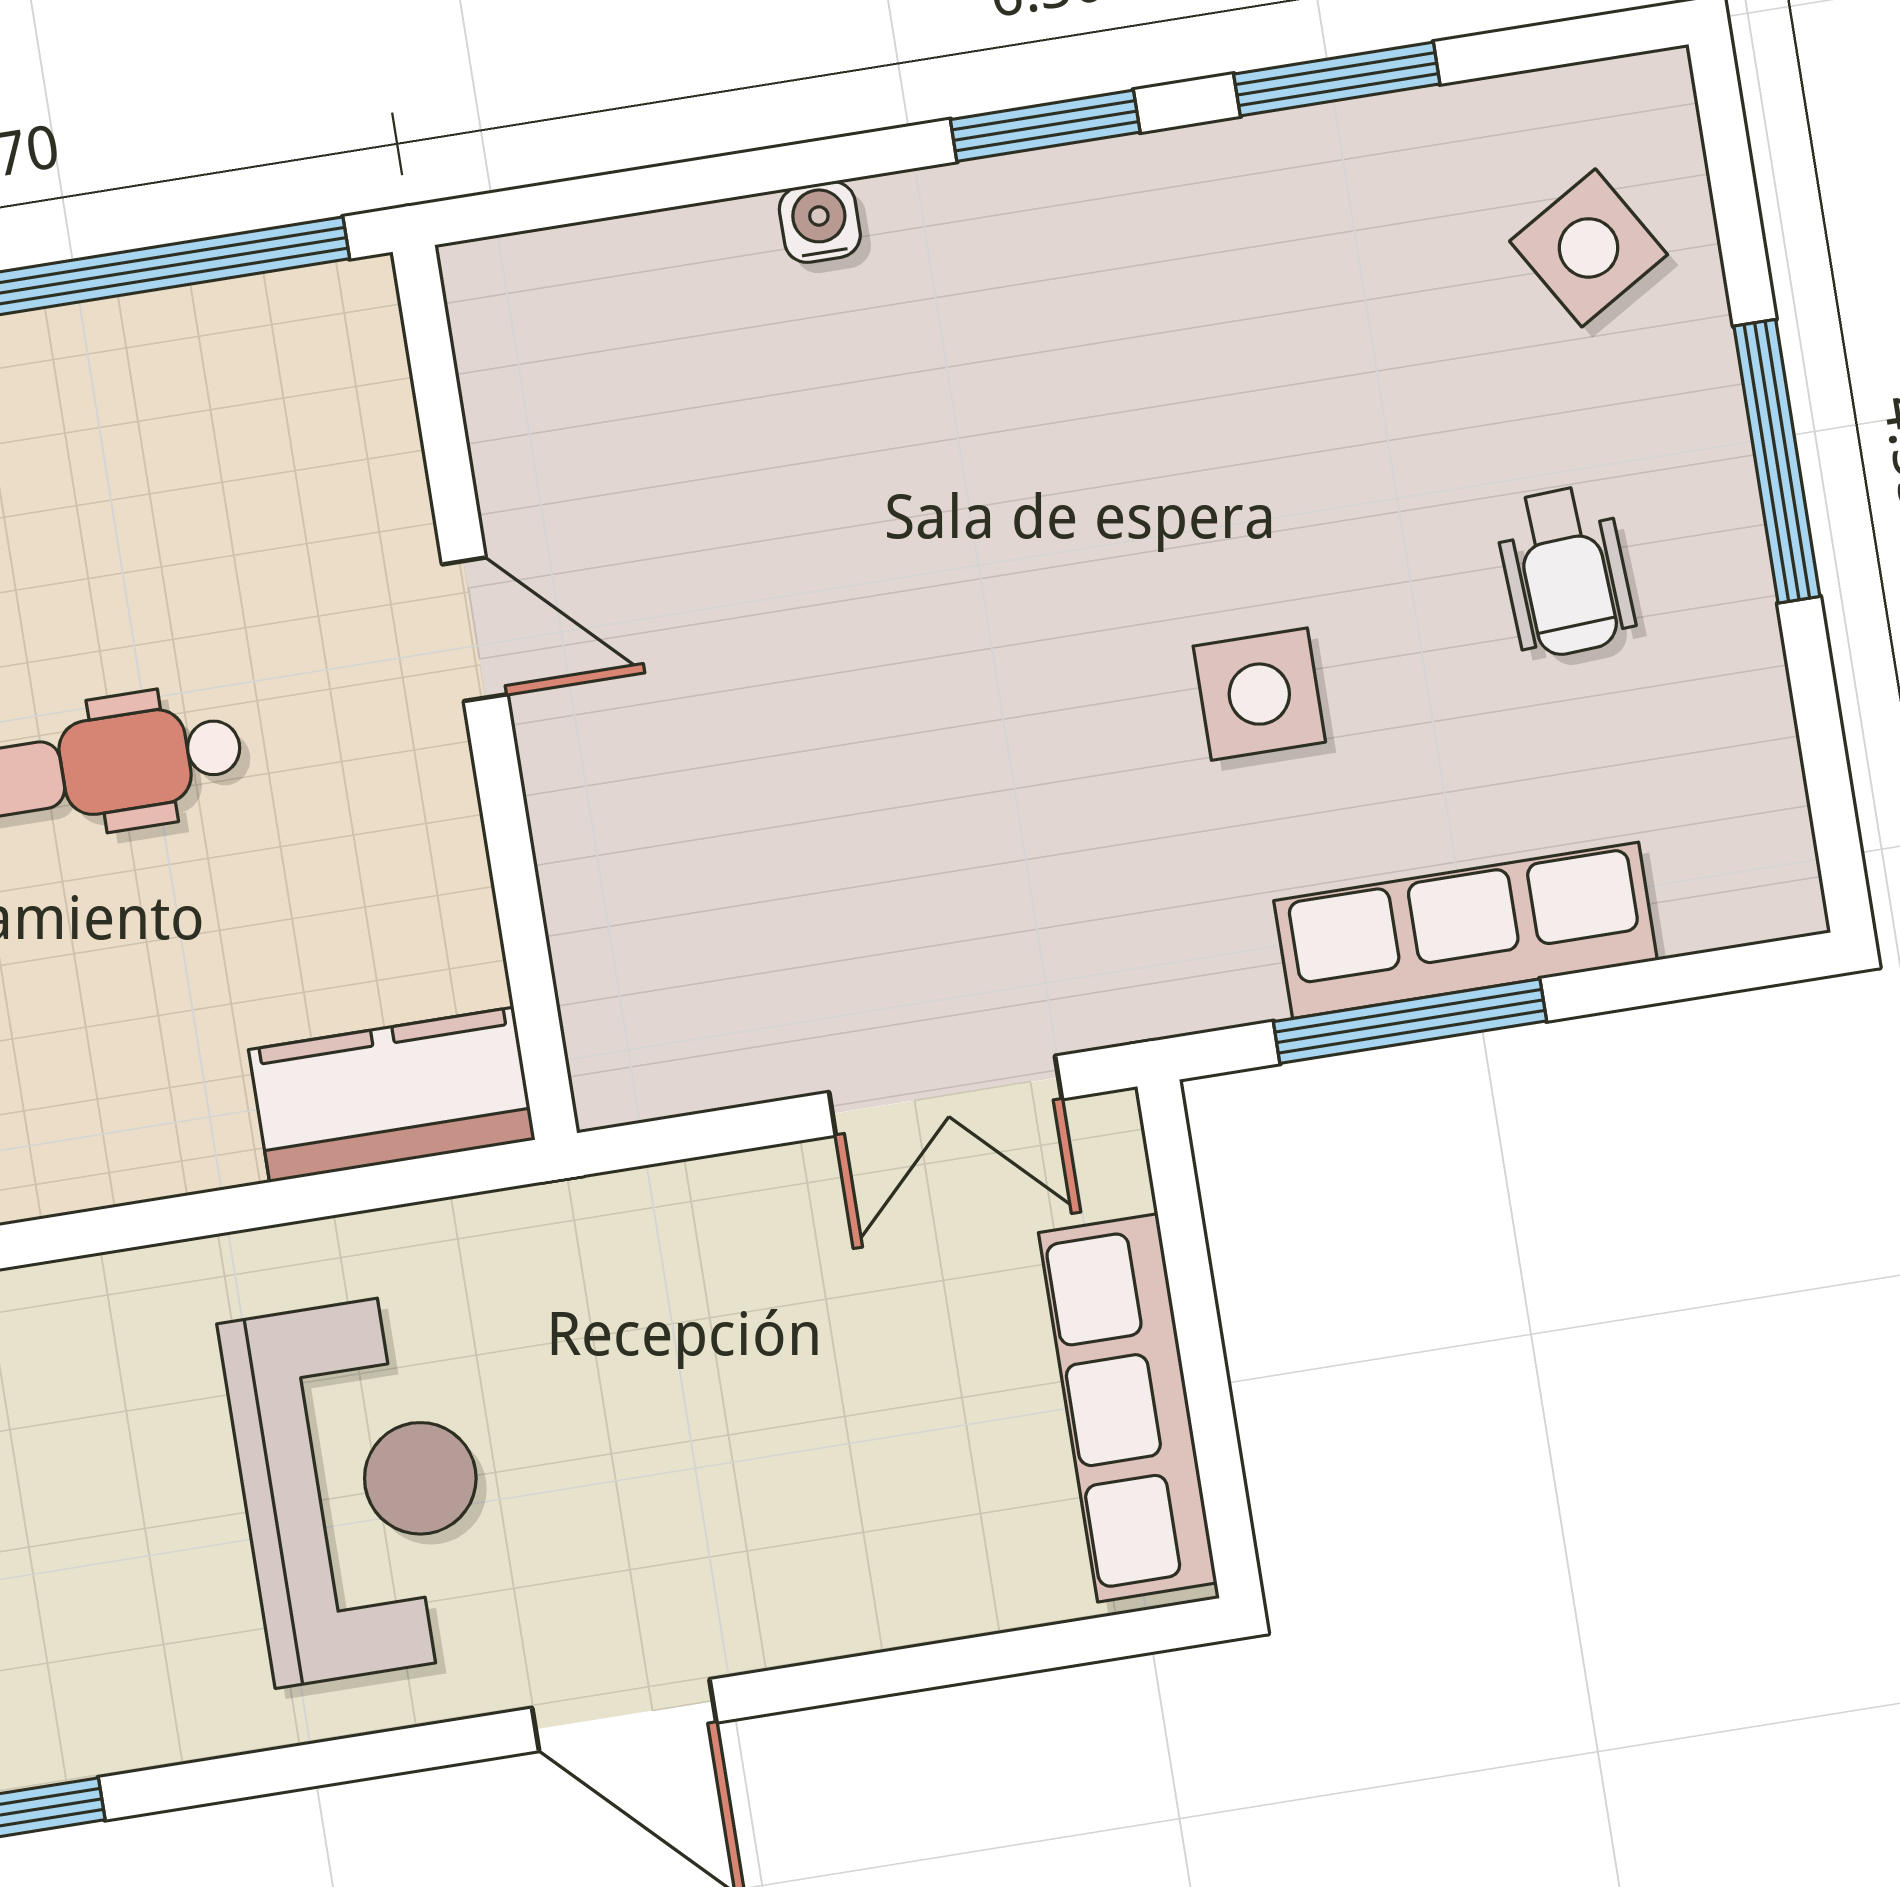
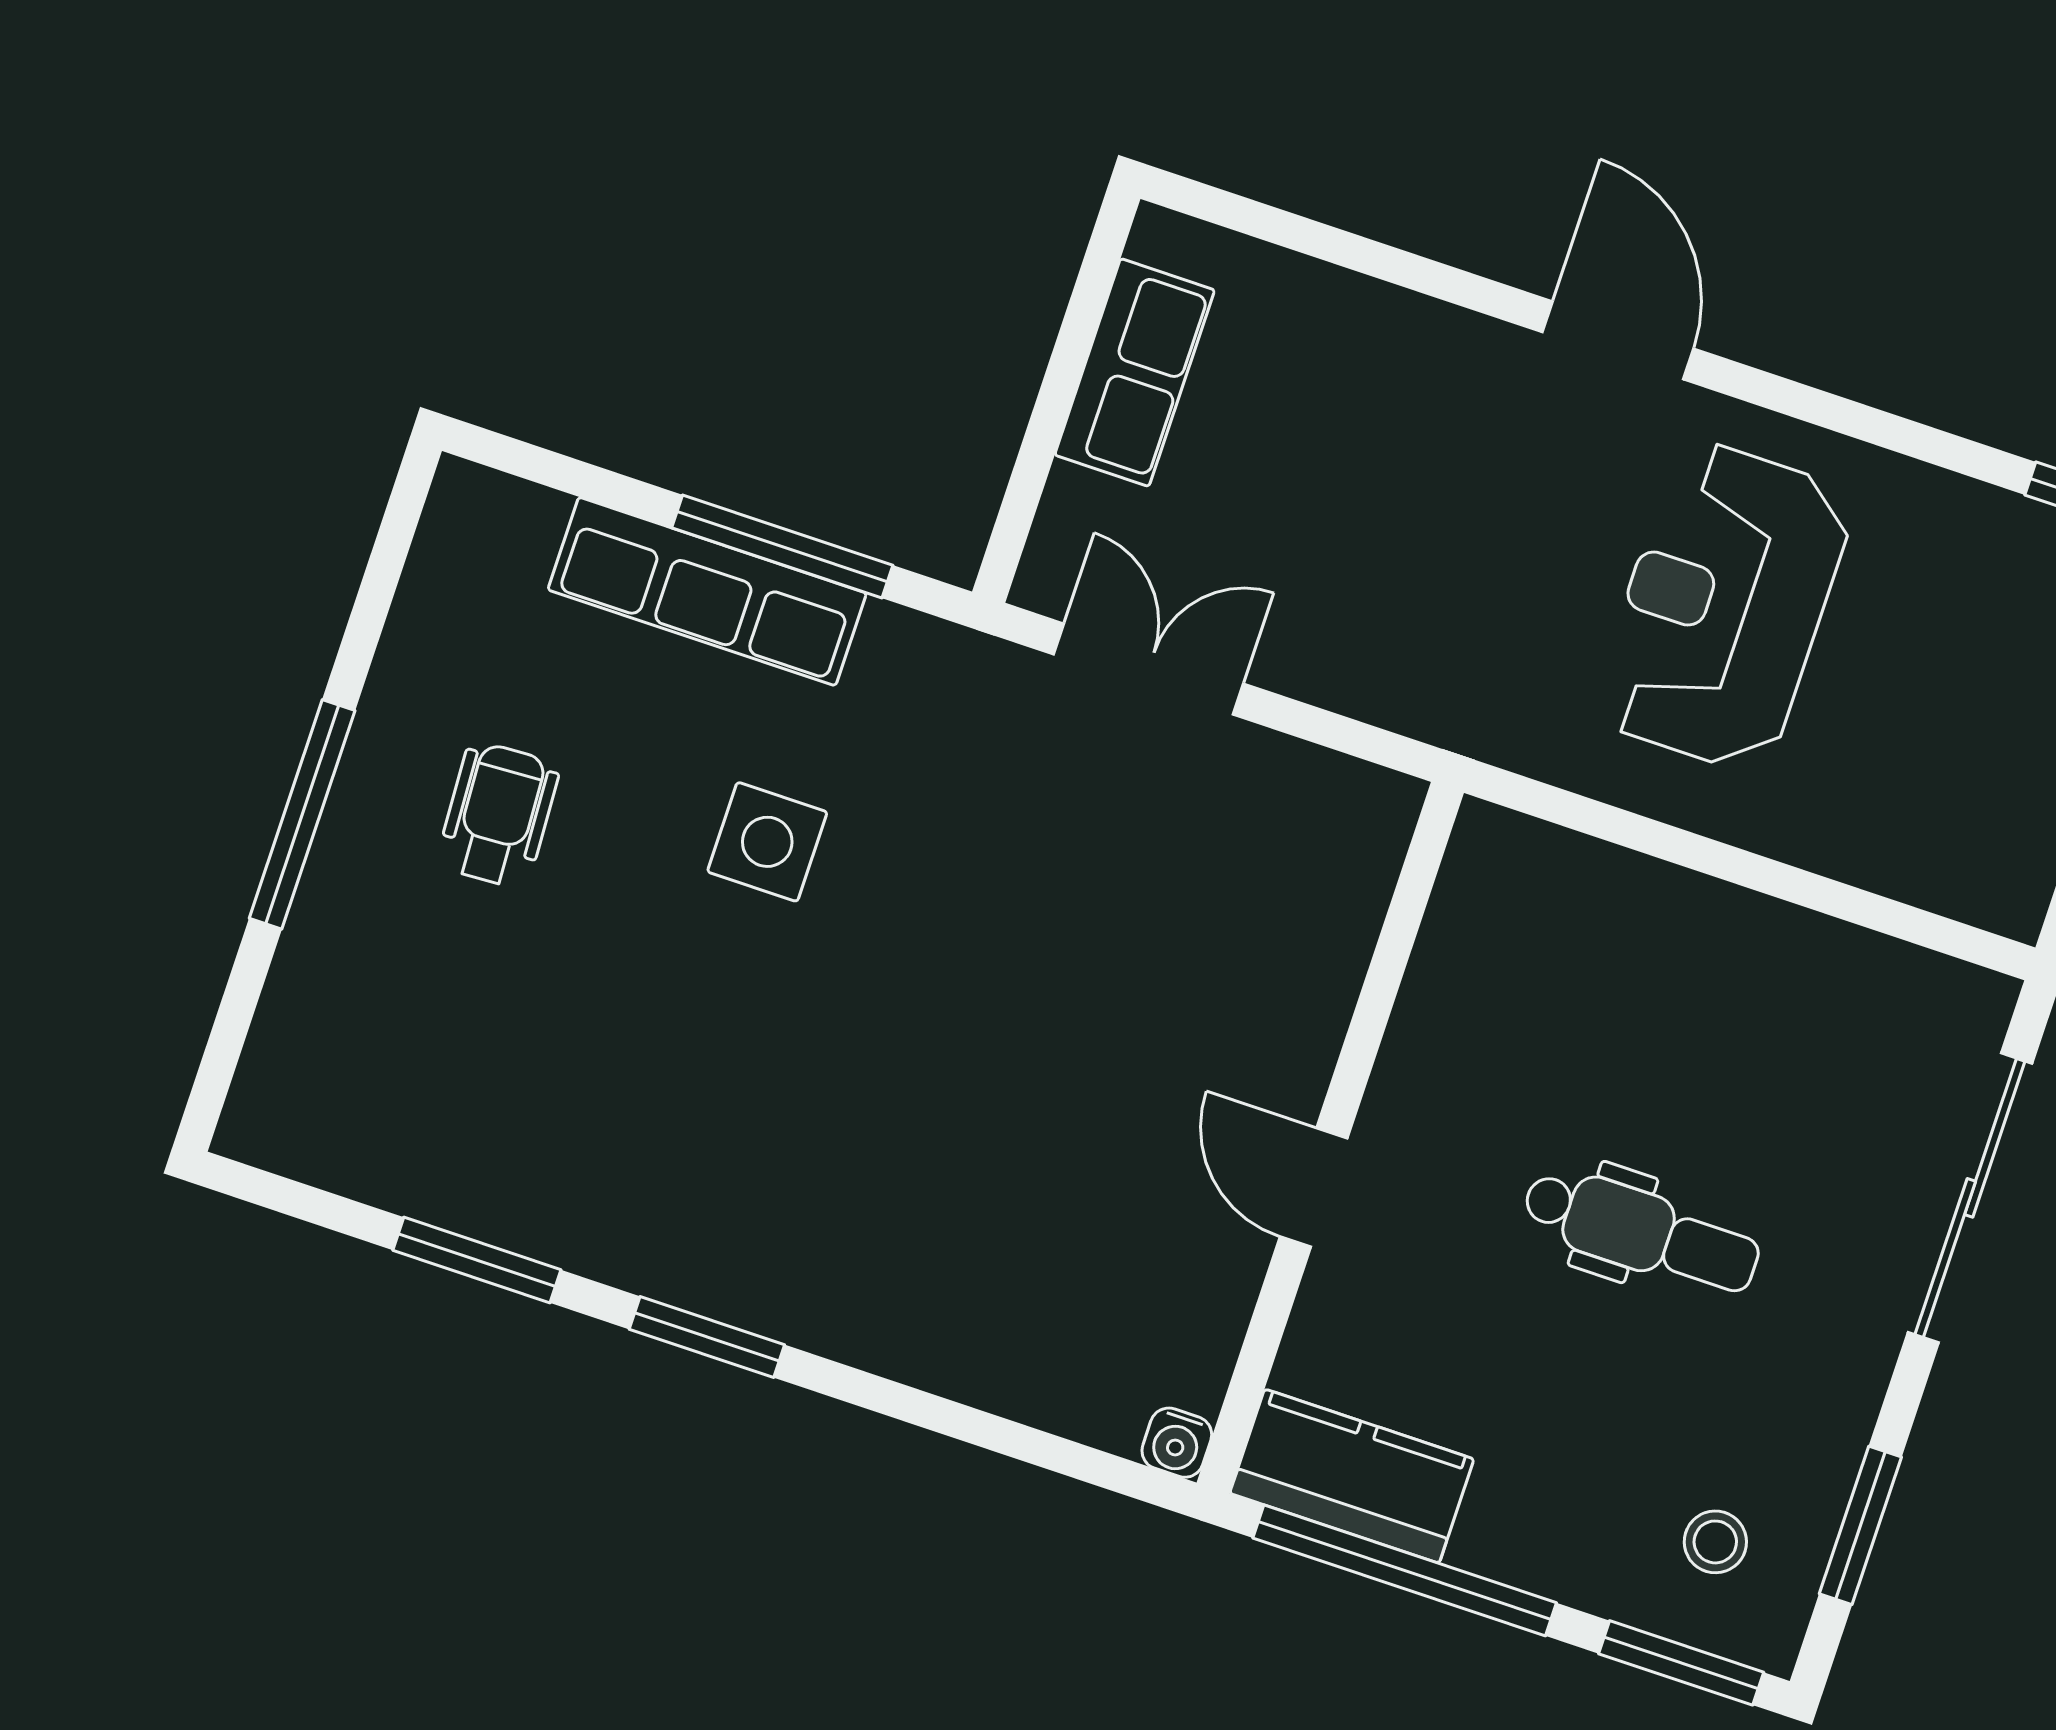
water cooler: (820, 222) -> (1177, 1443), moved
side table: (1589, 248) -> (358, 1041), removed
kitchen counter: (392, 1095) -> (1352, 1476), moved, turned 180
row of seats: (1128, 1408) -> (1135, 372), width x0.68

